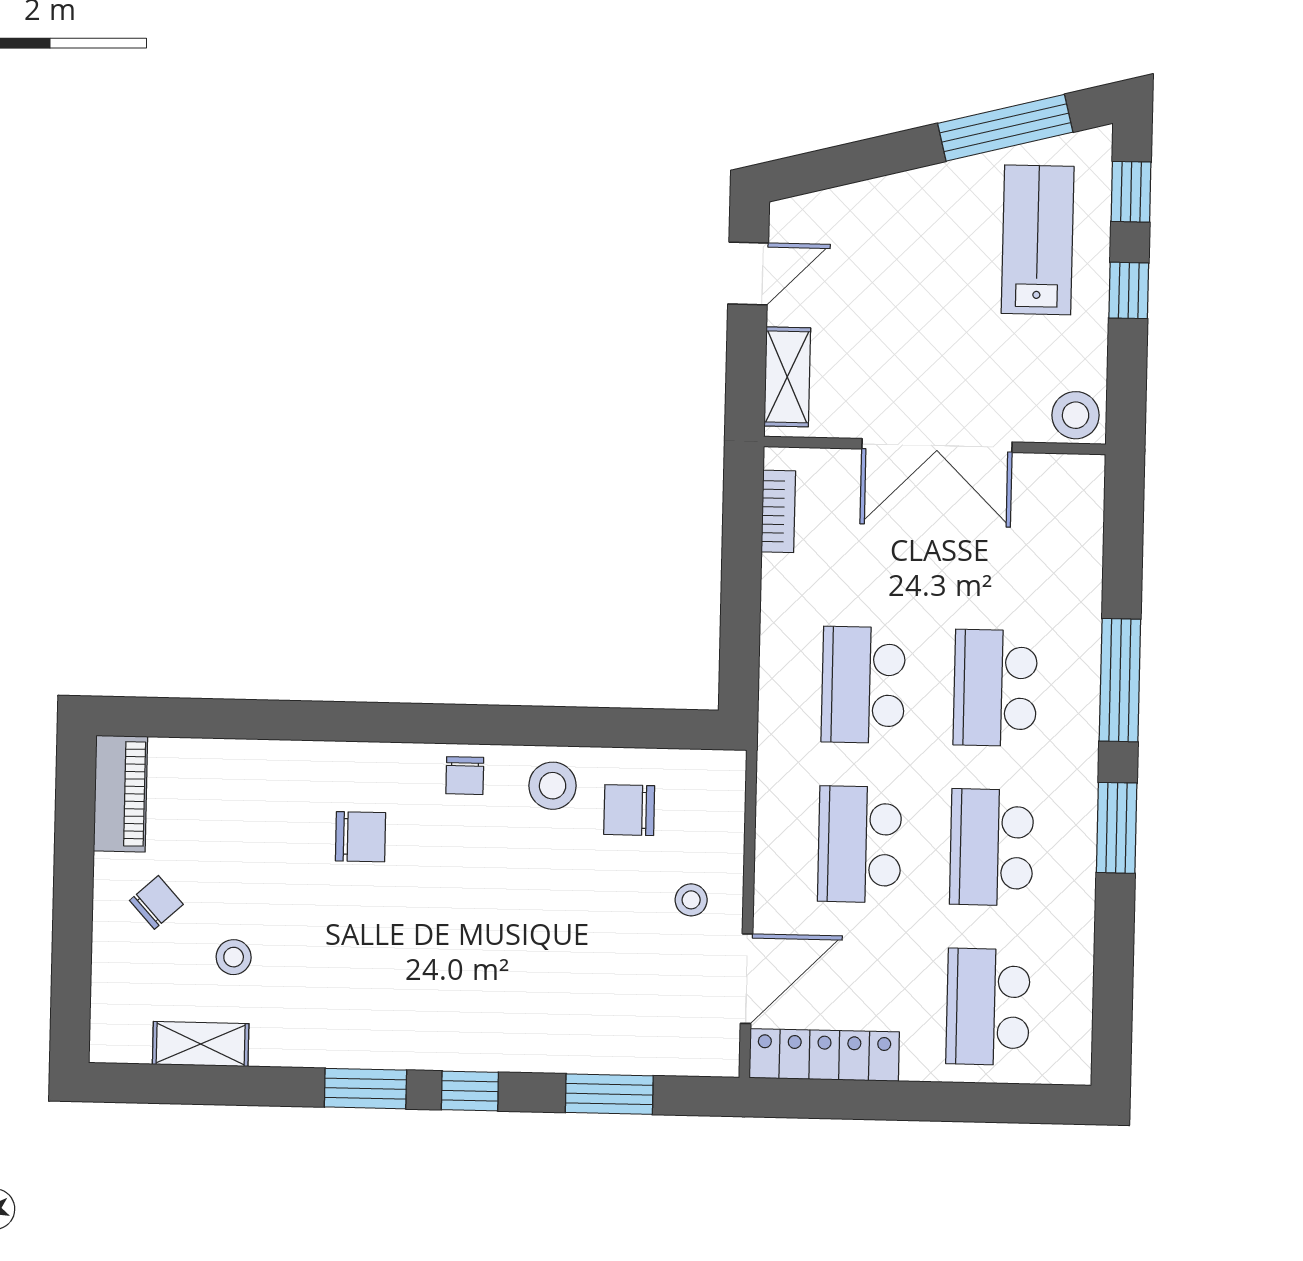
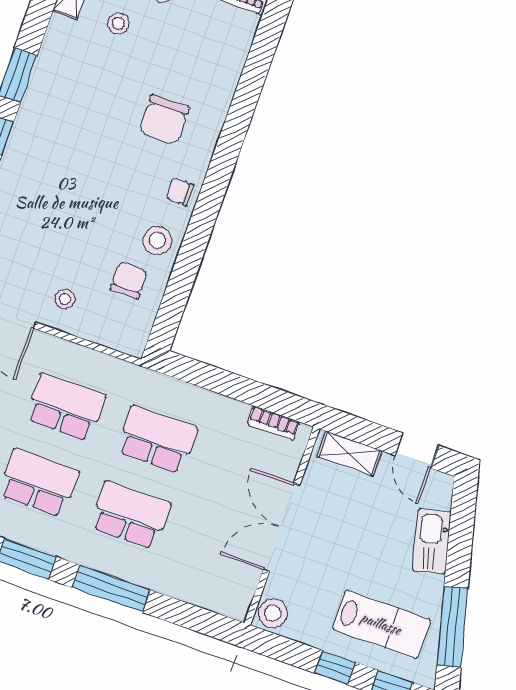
kitchen sink: (882, 204) -> (432, 542), added
chair: (360, 837) -> (164, 120), width x1.37, depth x1.37

